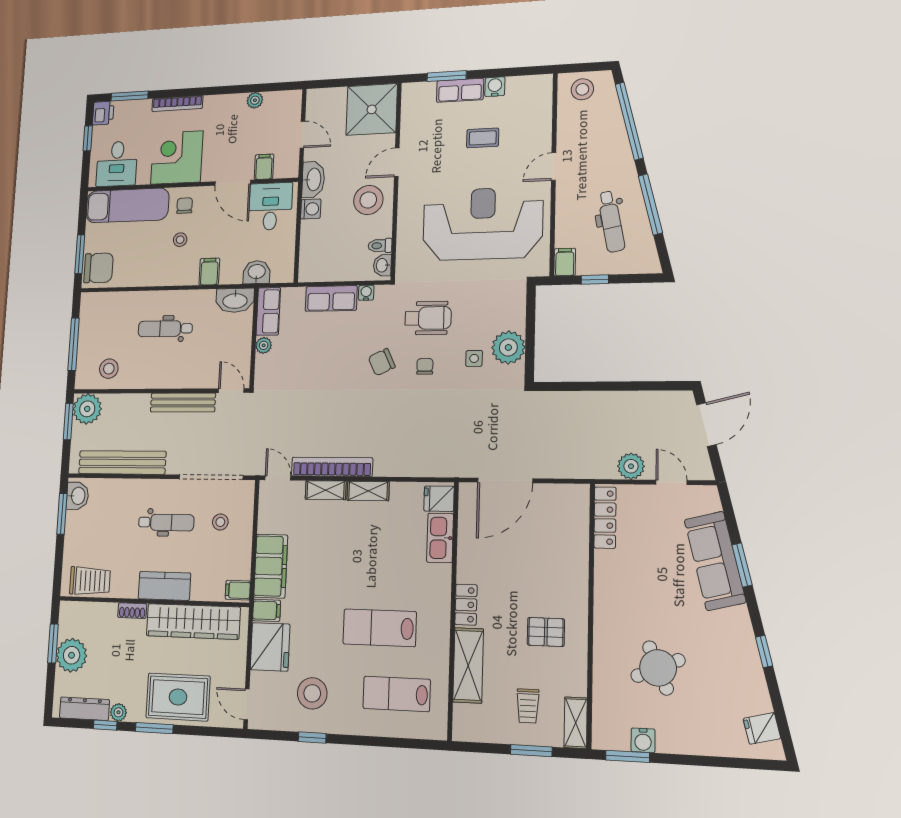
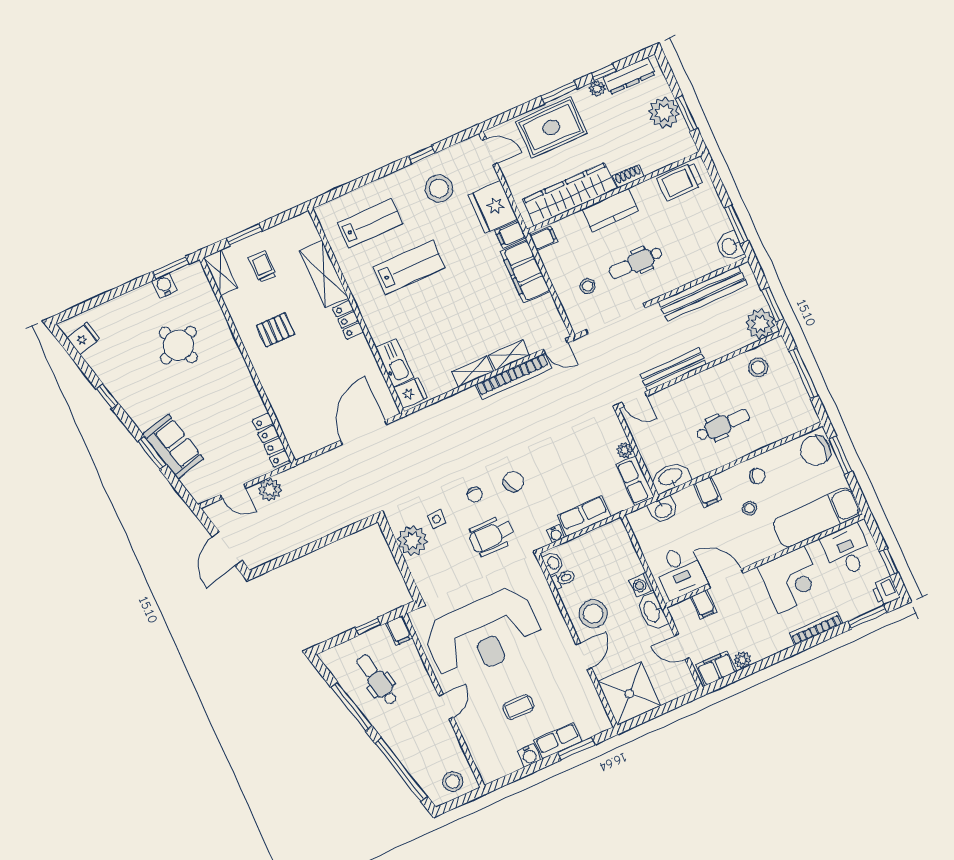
filing cabinet: (282, 102) -> (716, 668), added
chair: (185, 206) -> (757, 476), moved, turned -65
sofa: (715, 561) -> (173, 446), width x0.73

